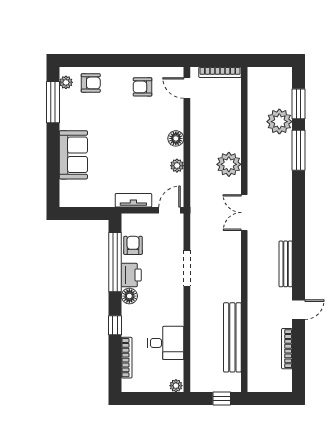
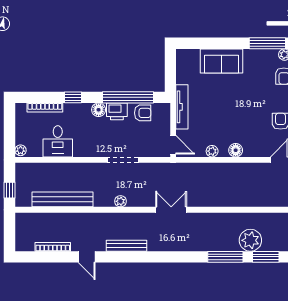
plant: (229, 164) -> (120, 201), moved, width x0.53, depth x0.53
tv unit: (133, 200) -> (182, 107), width x1.41

